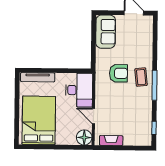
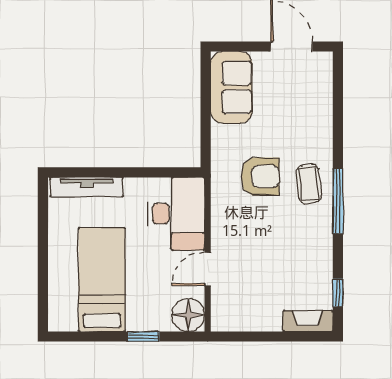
door: (93, 116) -> (208, 269), hinge flipped
bed: (39, 120) -> (102, 280), width x0.67
fireplace: (111, 140) -> (308, 321), moved
window: (63, 147) -> (144, 337), added

